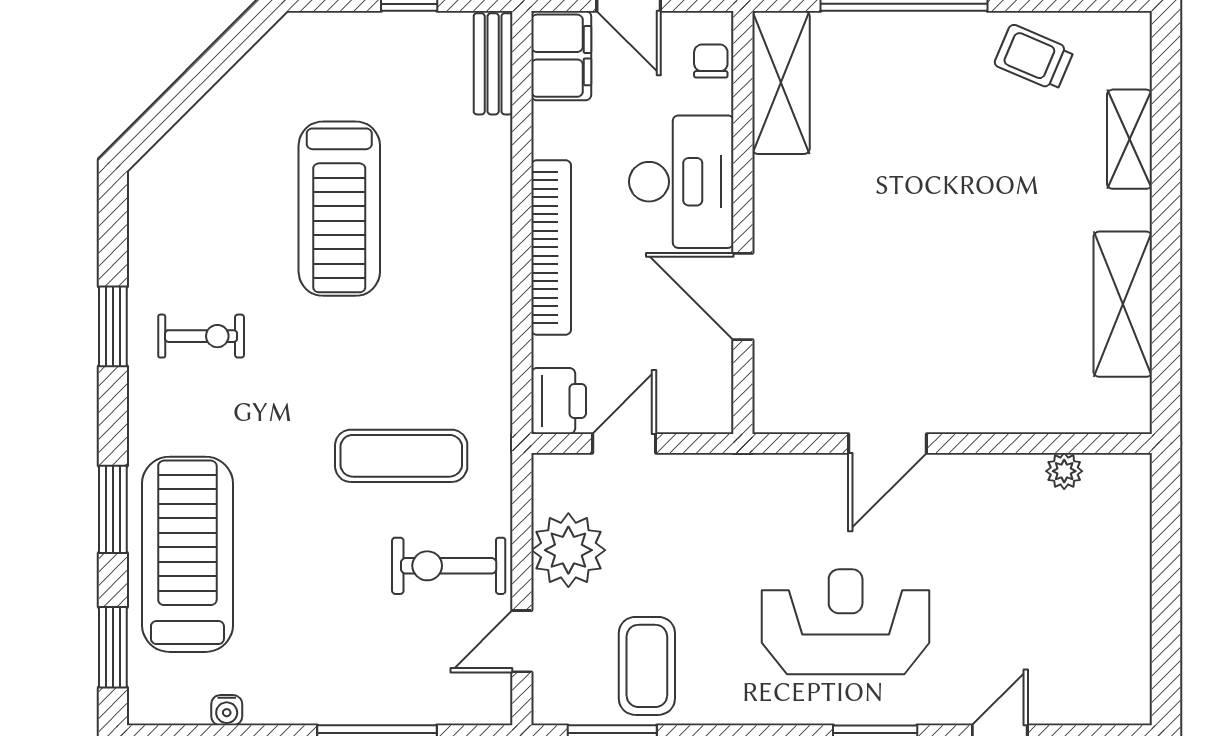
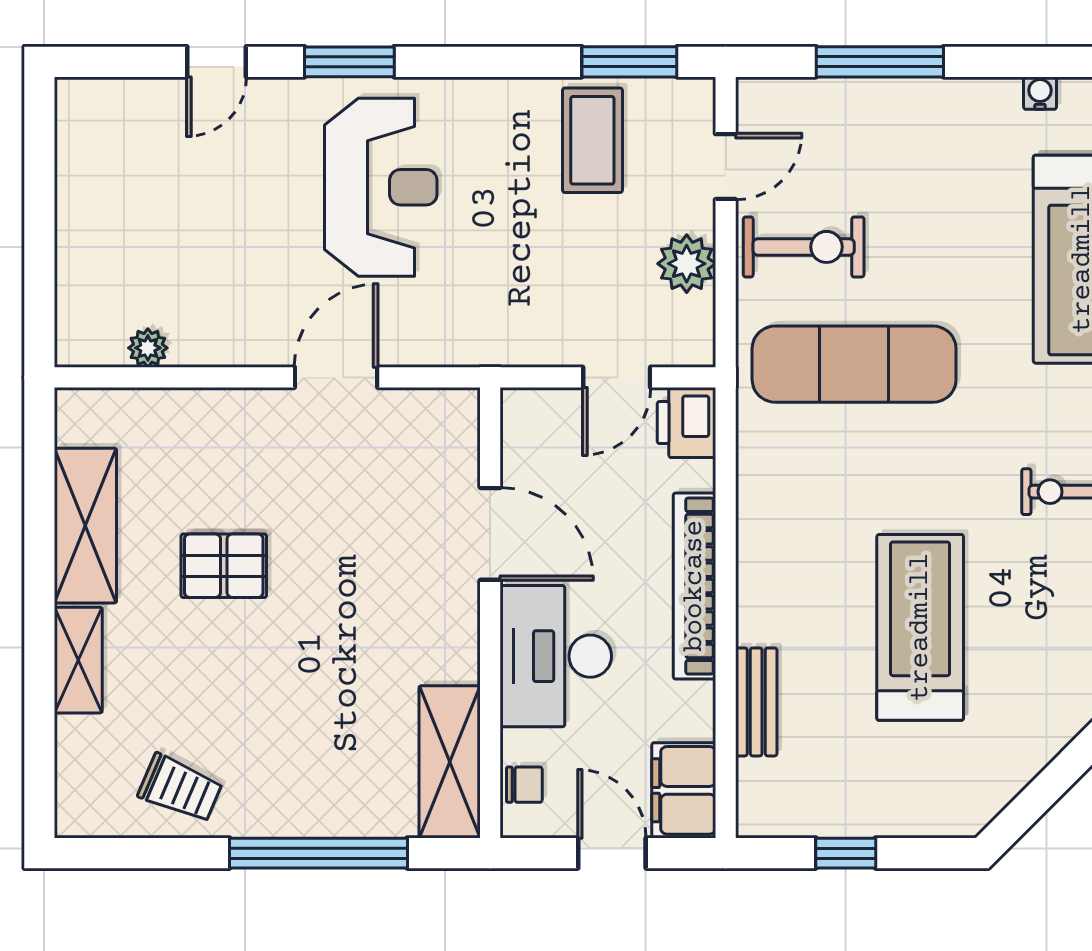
chair: (711, 61) -> (524, 785), turned -90
bench: (493, 64) -> (756, 702), moved
shelving: (1130, 139) -> (78, 660), moved
pallet: (993, 267) -> (224, 566), added
exercise mat: (401, 456) -> (854, 364), width x1.36, depth x1.45
plant: (568, 550) -> (687, 264), width x0.73, depth x0.73
reception desk: (846, 622) -> (381, 187), turned -90

